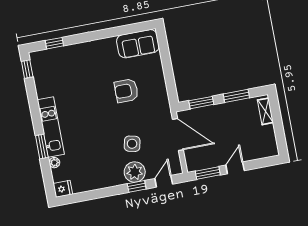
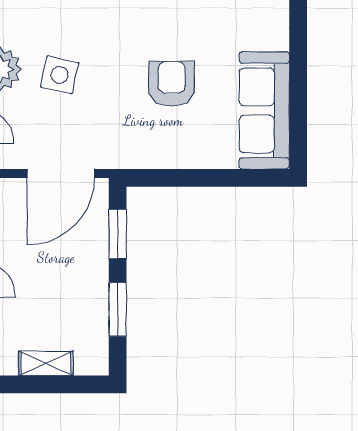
sofa: (138, 44) -> (264, 110), width x1.36
shelving: (265, 111) -> (46, 363), moved

